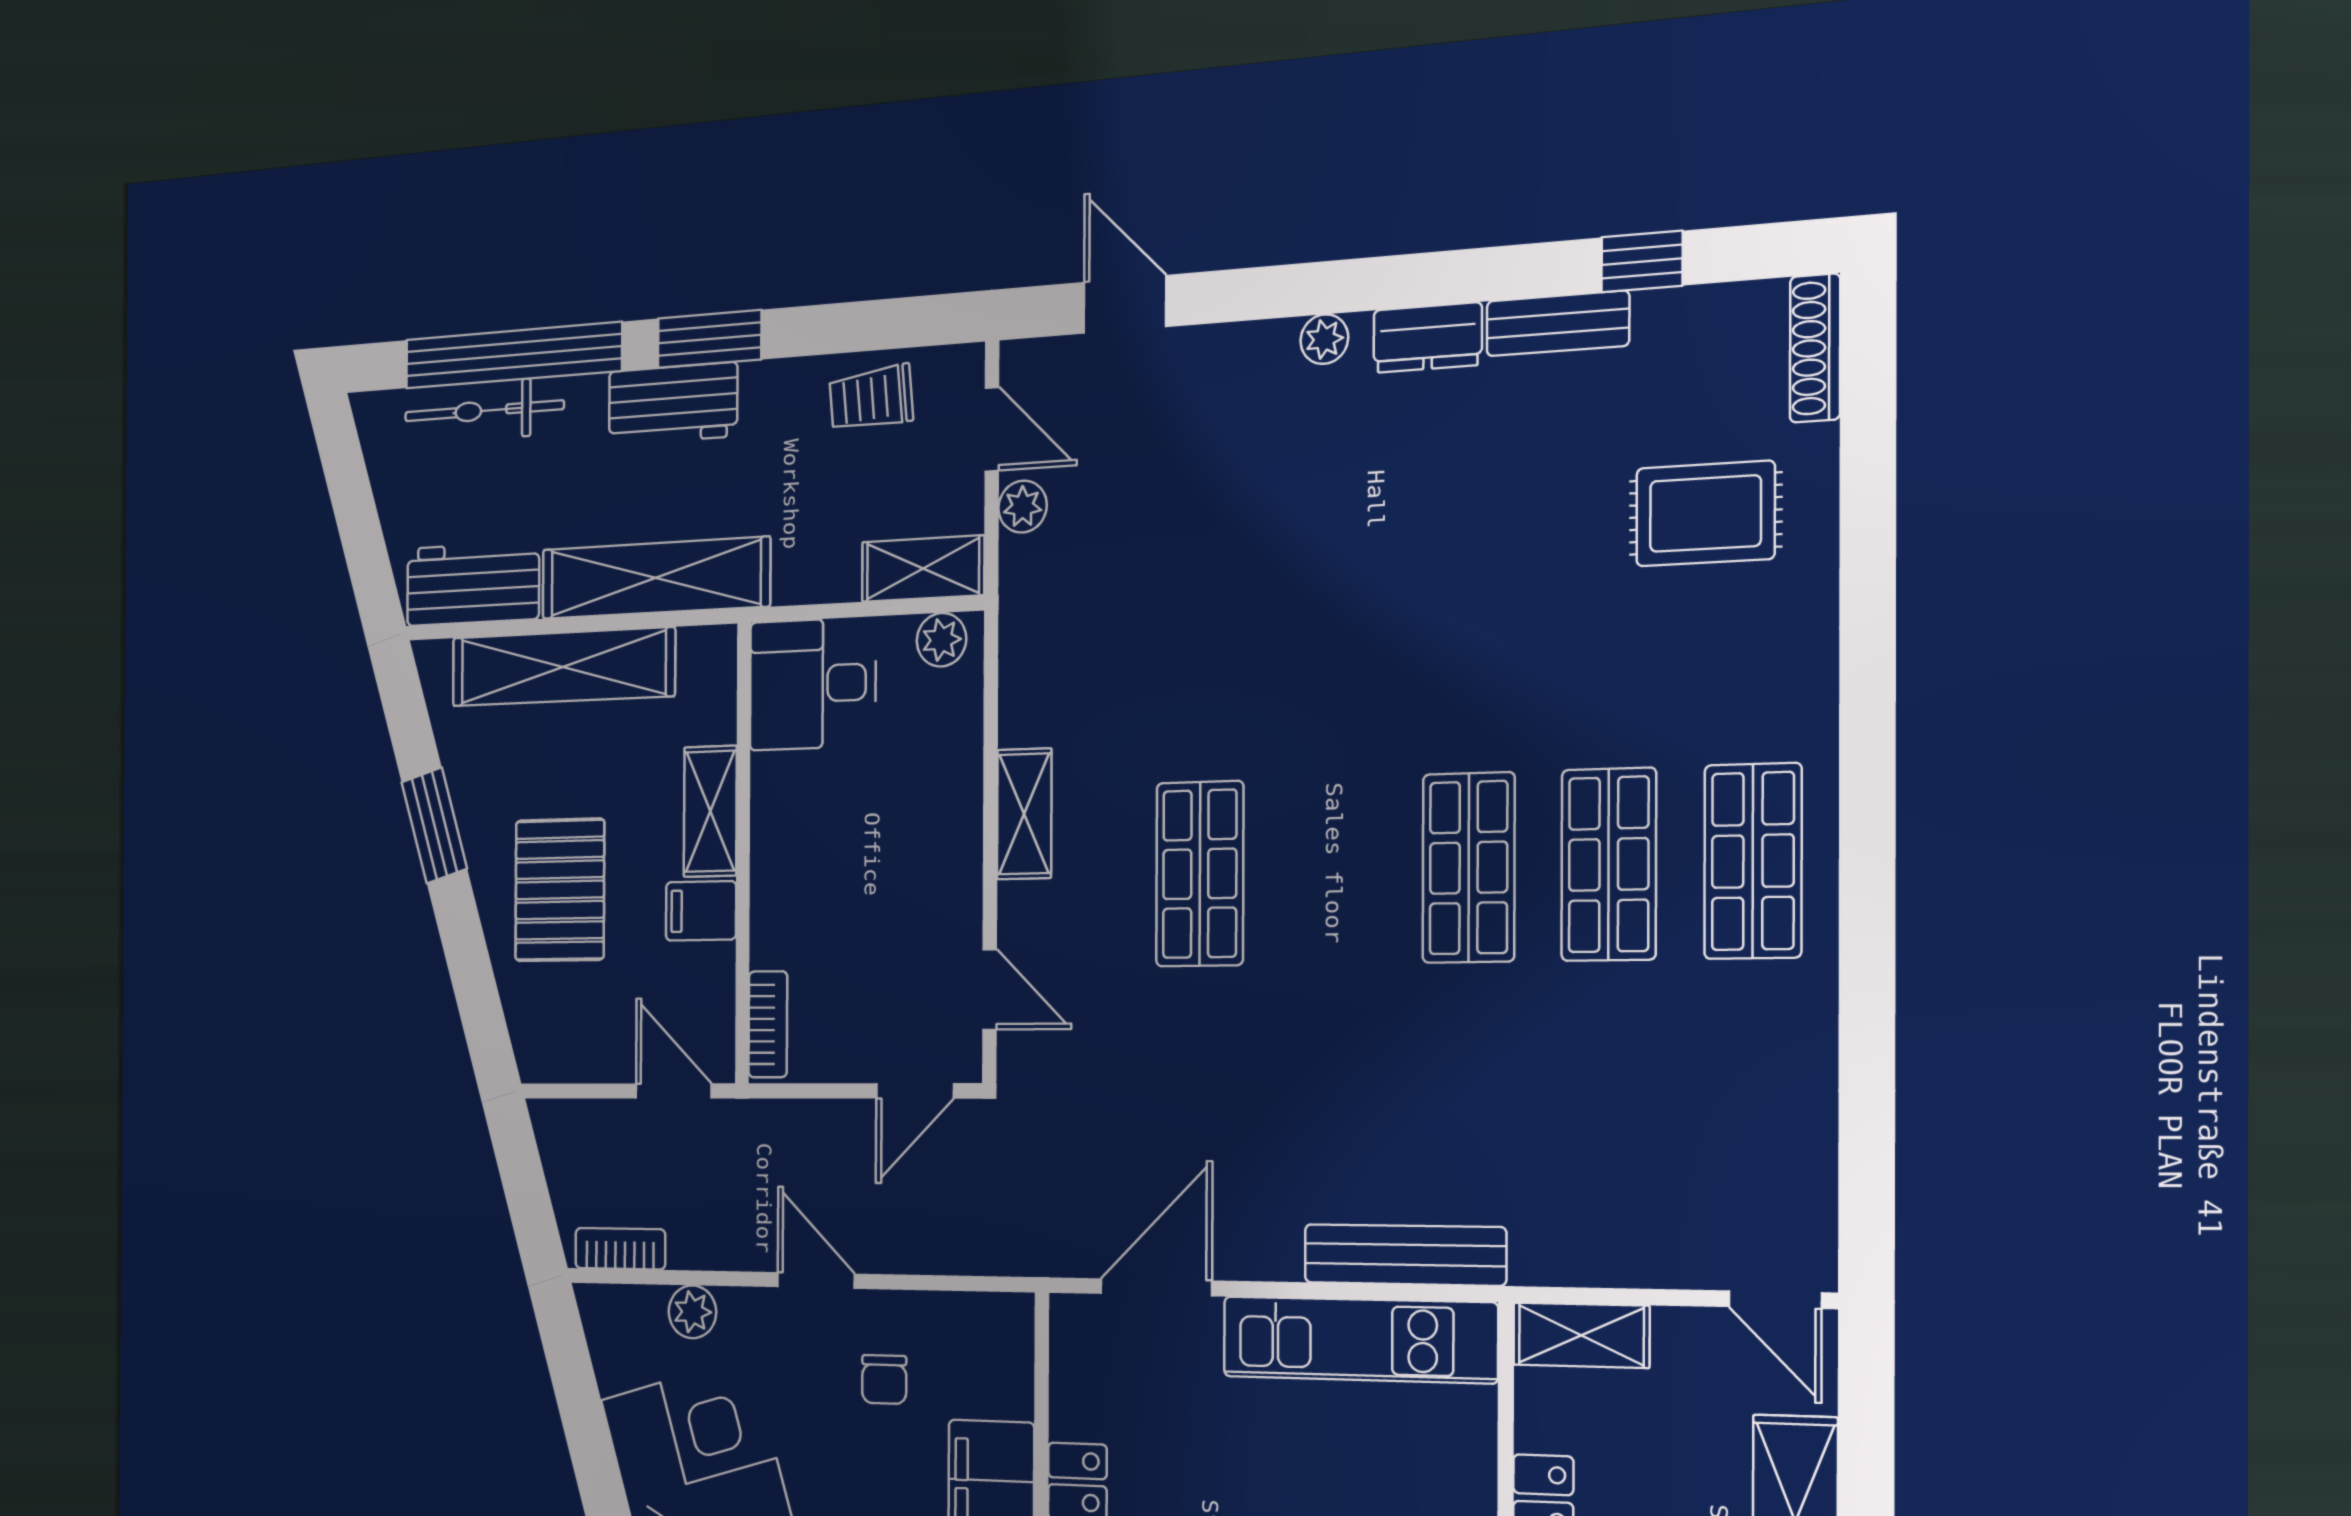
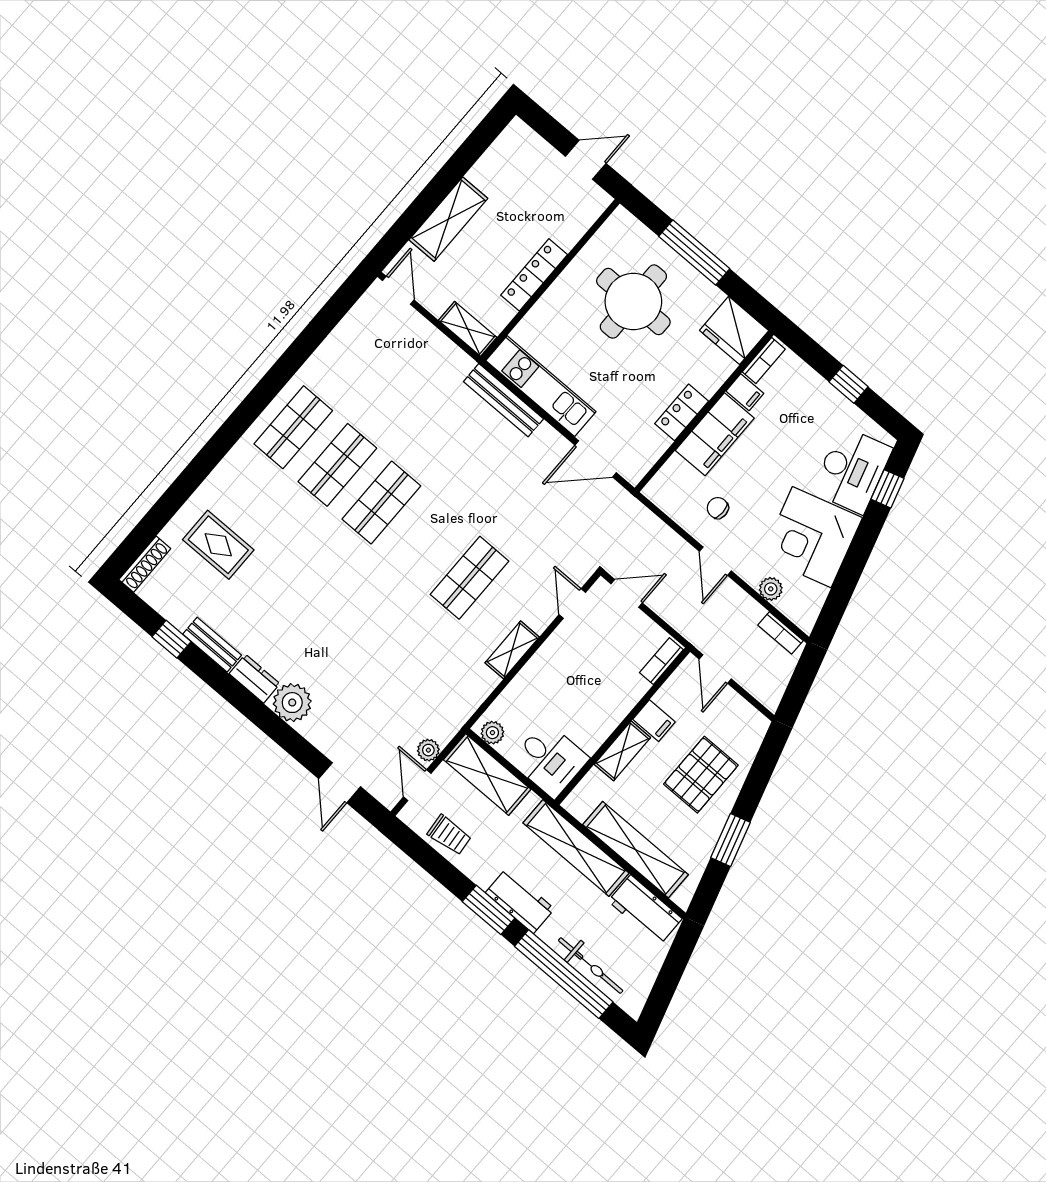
plant: (1324, 339) -> (292, 703), width x1.87, depth x1.87
shelving: (923, 569) -> (487, 774), width x1.50, depth x1.33
chair: (884, 1380) -> (718, 508), turned -90

